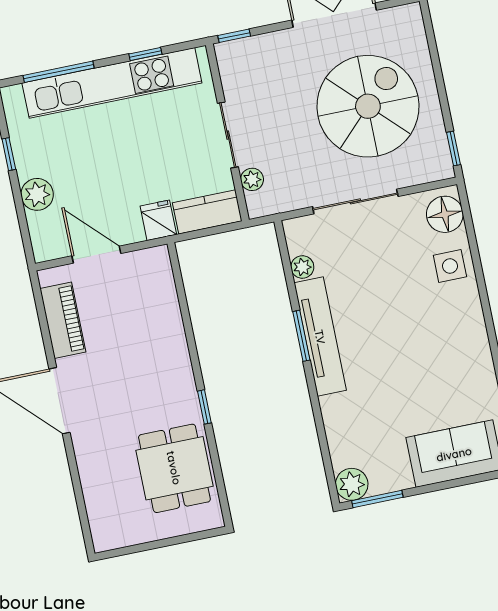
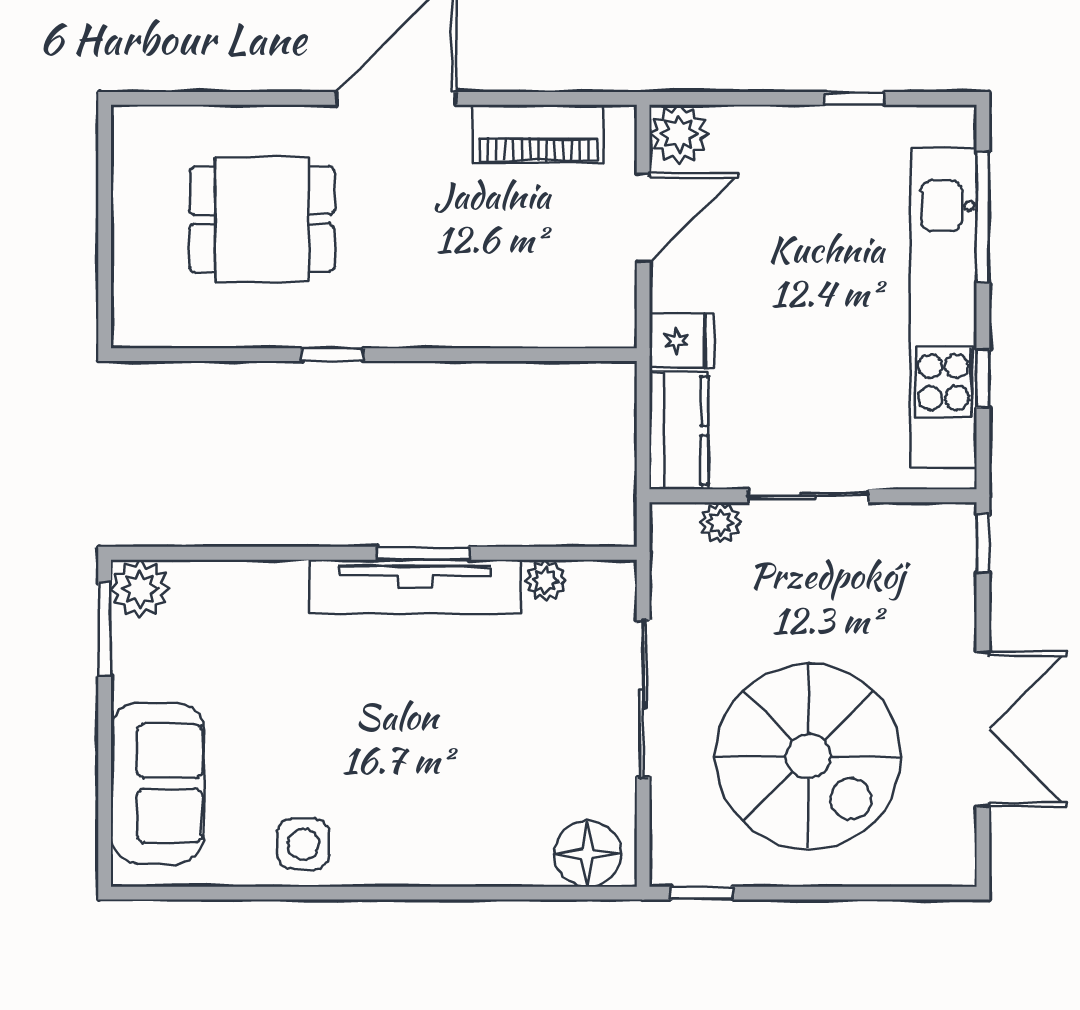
plant: (37, 194) -> (679, 134), moved
side table: (450, 266) -> (303, 844), moved
dining table: (174, 468) -> (262, 219), moved

